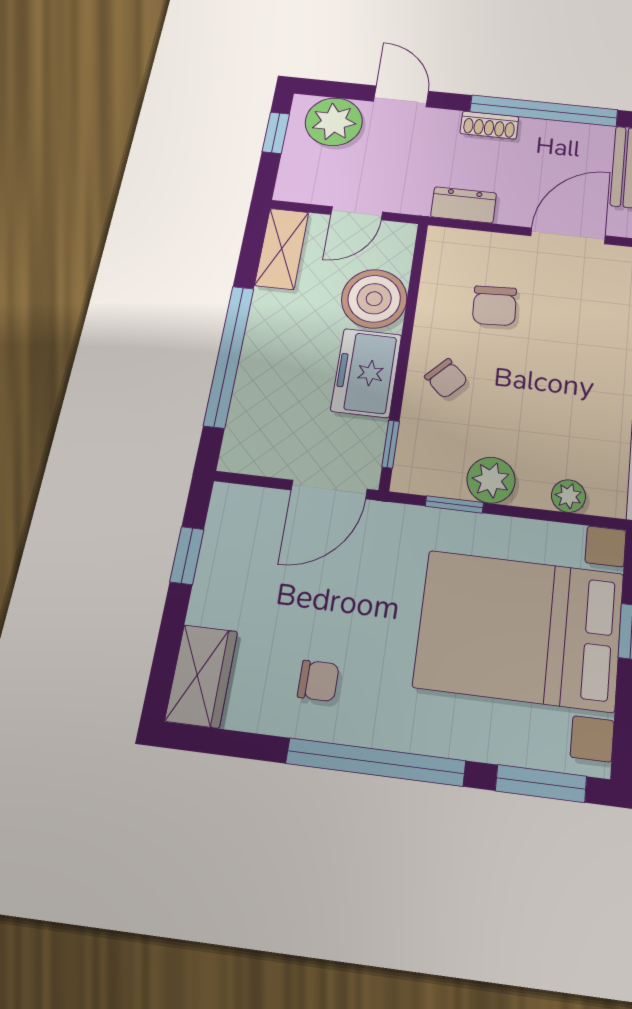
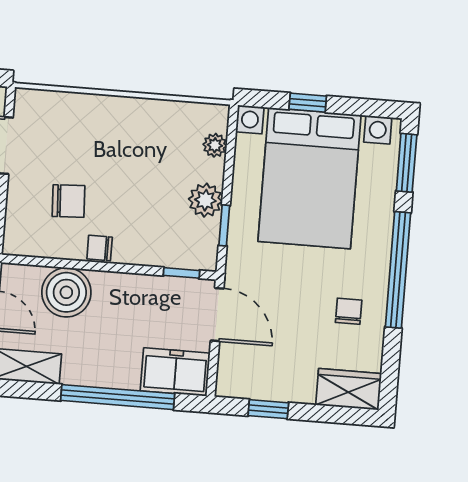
freezer: (366, 373) -> (175, 372), moved, turned 180
chair: (446, 378) -> (100, 248), moved, turned -134

